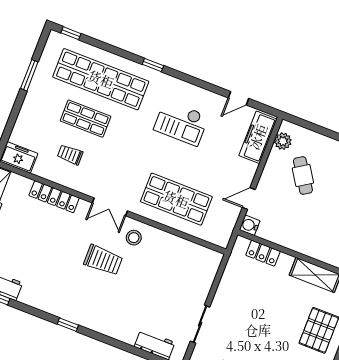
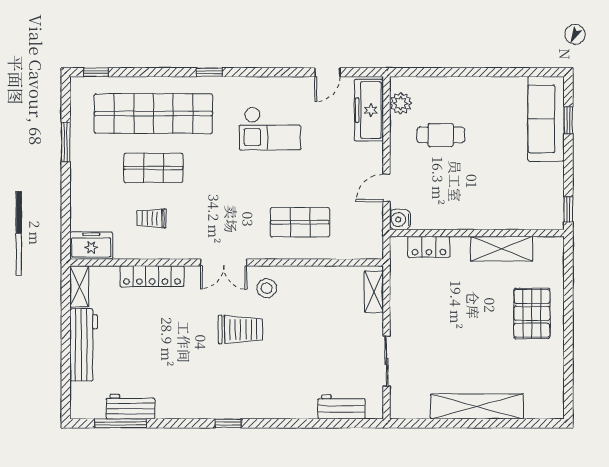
cafe table: (303, 176) -> (441, 135), turned -57
shop shelf: (176, 199) -> (300, 222), width x0.70, depth x0.74
shelving: (211, 270) -> (374, 292), added

